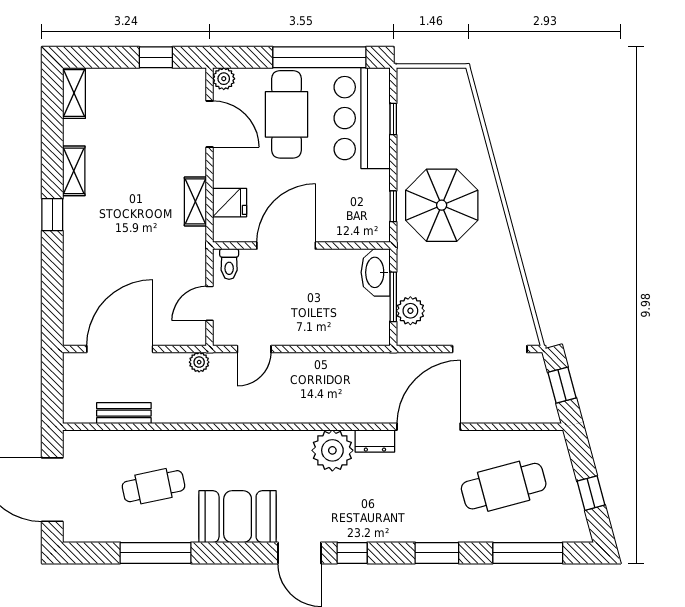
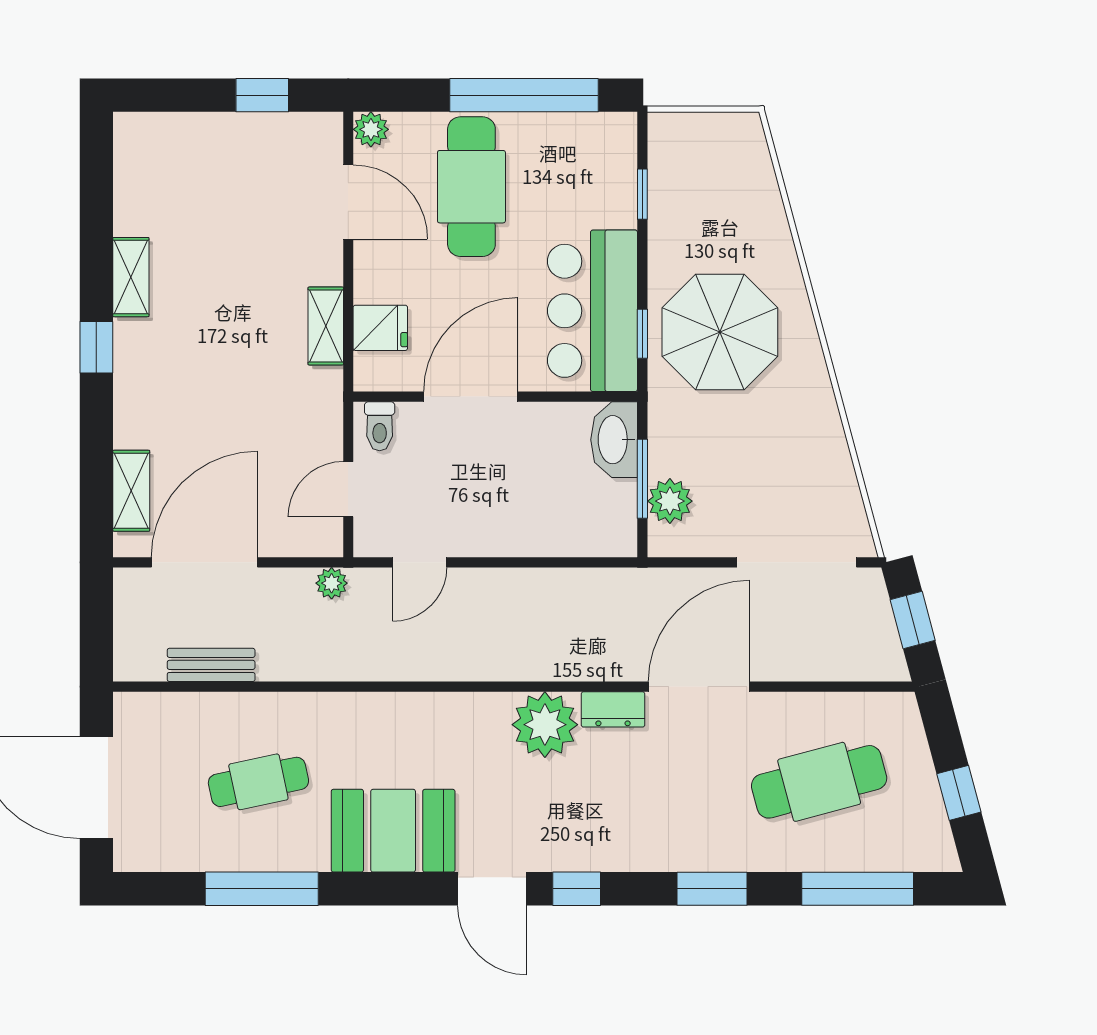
shelving: (74, 93) -> (131, 491), moved
bar counter: (362, 118) -> (592, 311), moved

